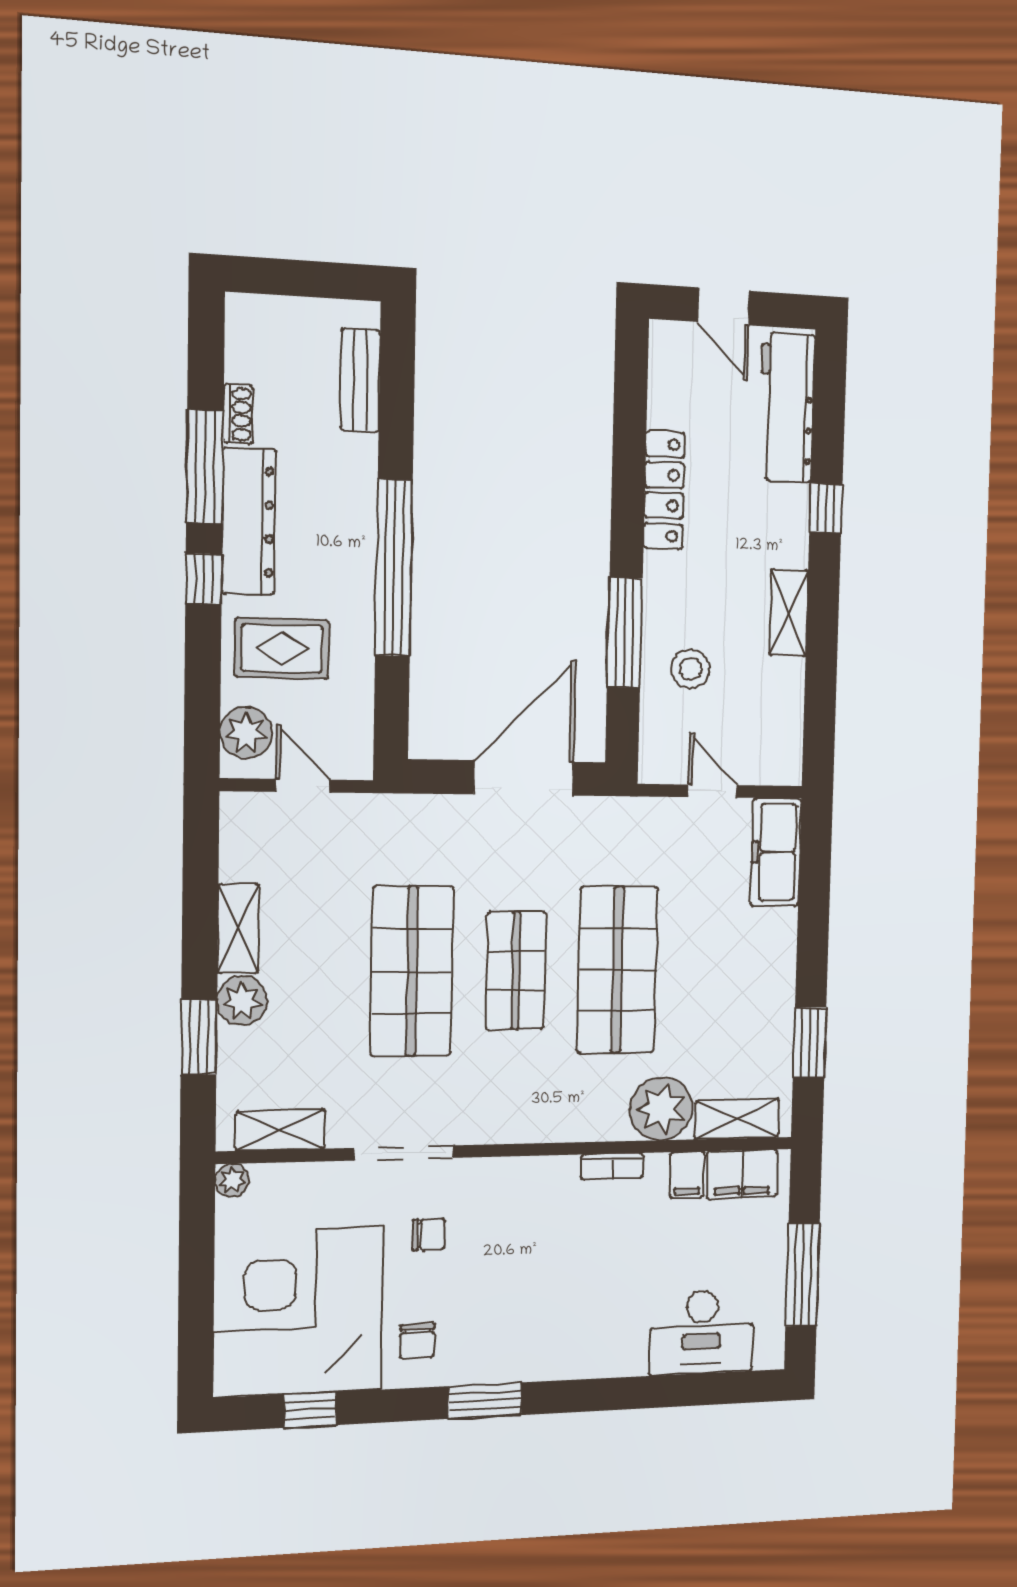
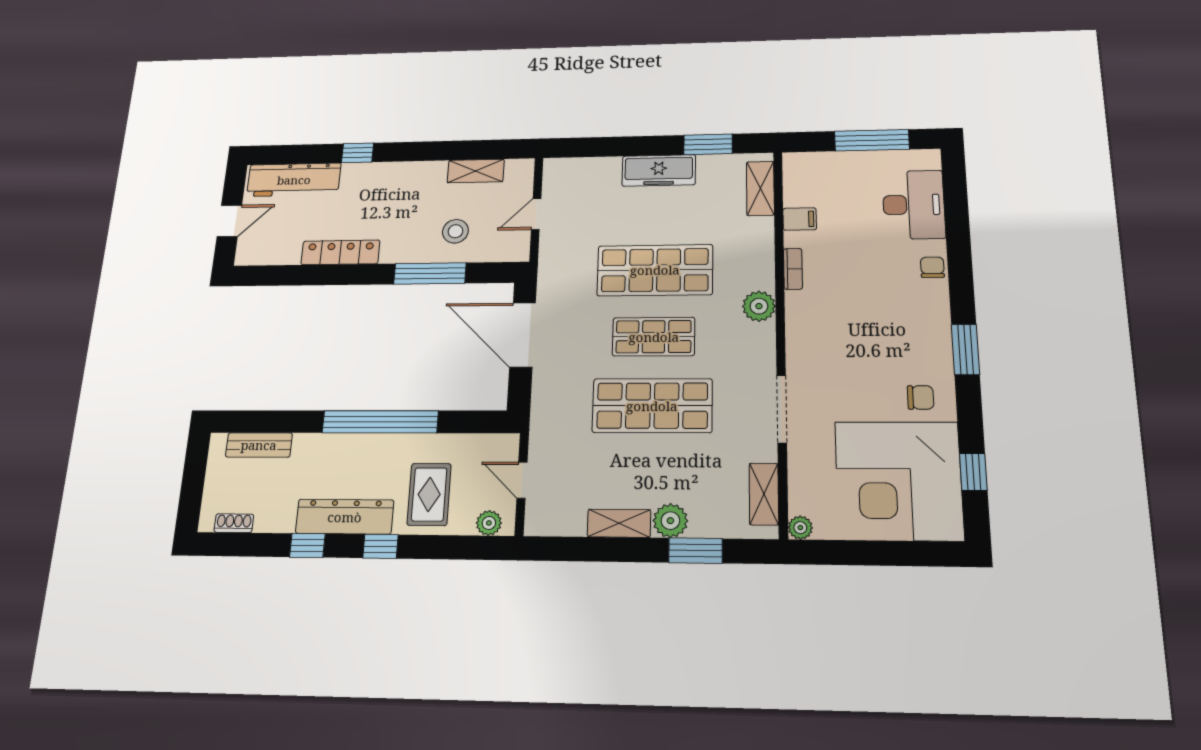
shoe rack: (238, 414) -> (234, 523), moved
window: (205, 467) -> (307, 545), width x0.46
shelving: (789, 613) -> (476, 171), moved
plant: (246, 733) -> (489, 523), width x0.73, depth x0.73
door: (303, 786) -> (522, 480), hinge flipped
freezer: (776, 852) -> (659, 170), moved
plant: (661, 1109) -> (759, 306), moved, width x0.73, depth x0.73
filing cabinet: (742, 1174) -> (799, 183), removed
chair: (429, 1235) -> (932, 267), moved

